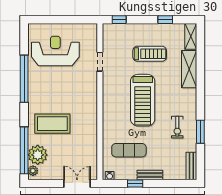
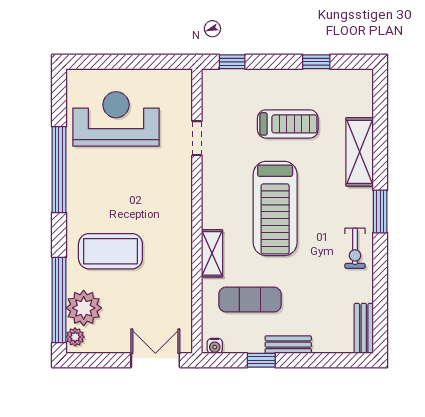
shelving: (191, 36) -> (212, 253), moved
exercise bike: (177, 127) -> (355, 248), moved
window: (200, 132) -> (380, 212), moved

